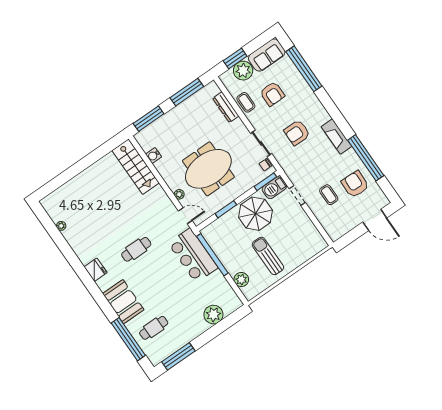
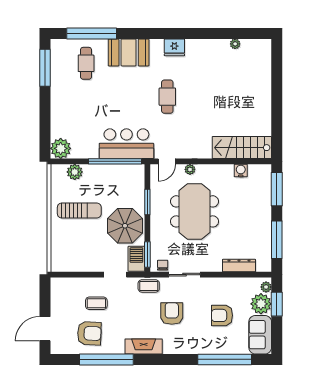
plant: (228, 76) -> (266, 287), added
coffee table: (246, 102) -> (149, 286), moved
plant: (213, 315) -> (61, 148), moved

